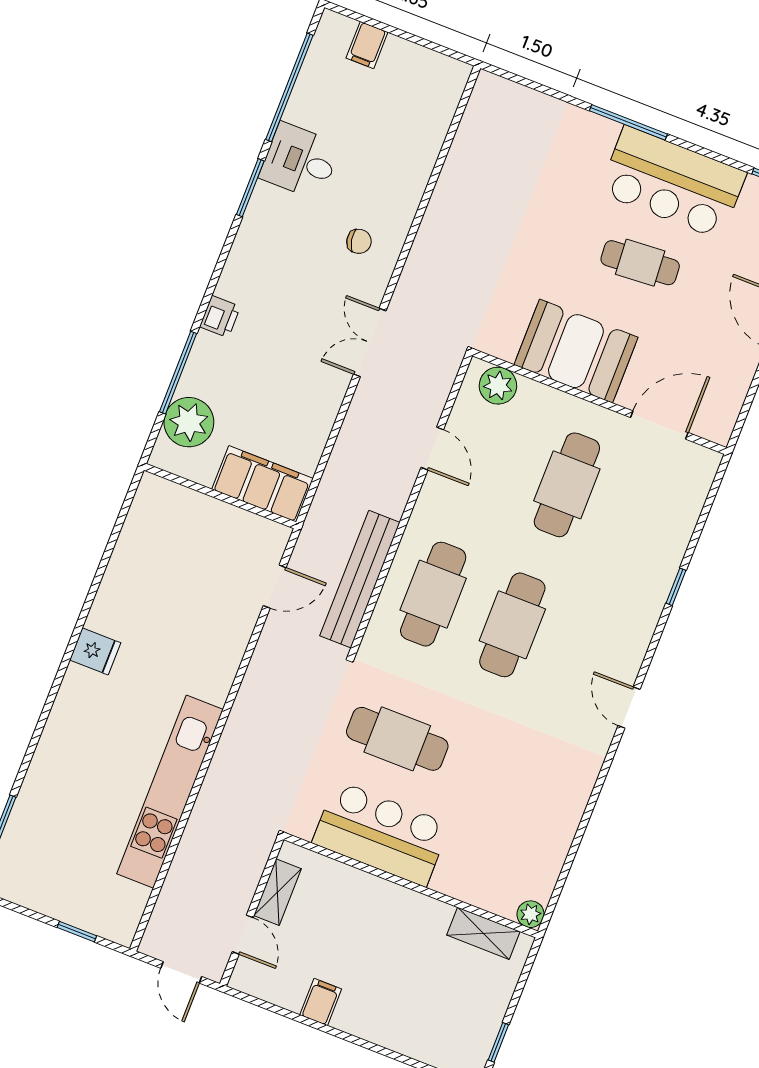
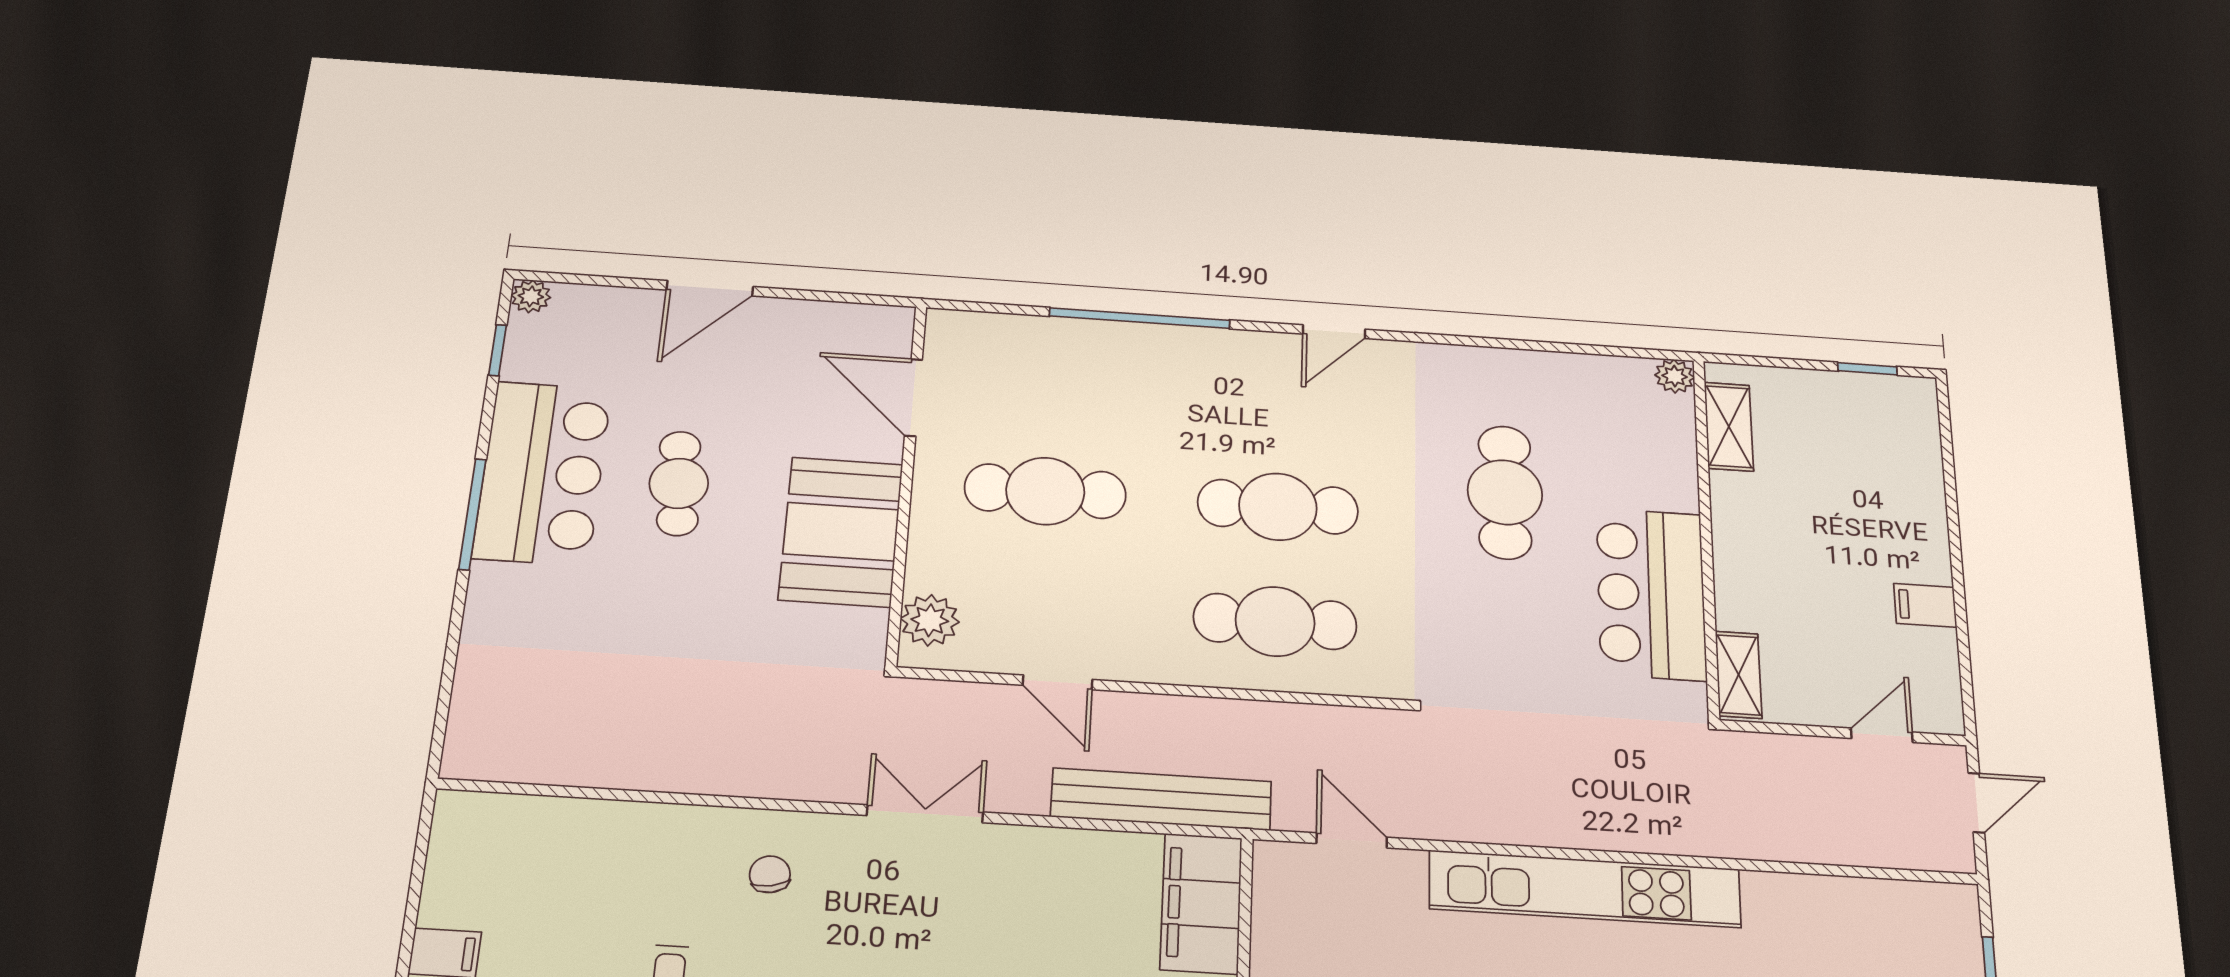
window: (628, 122) -> (472, 514), moved
double door: (370, 342) -> (925, 814), swing flipped
door: (432, 449) -> (1058, 682), swing flipped
bench: (360, 579) -> (1161, 799), moved
window: (676, 587) -> (1140, 318), width x3.17
cafe table: (397, 739) -> (1505, 492), moved
kitchen unit: (170, 792) -> (1585, 889), moved
shelving: (278, 892) -> (1739, 675), moved, turned 90

